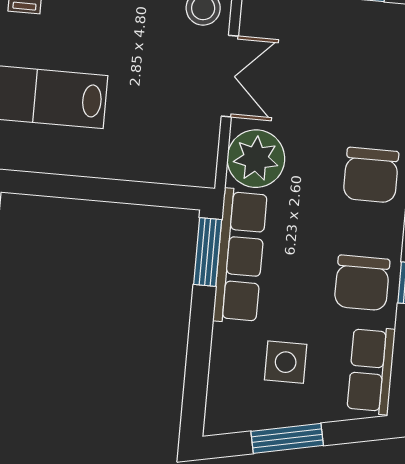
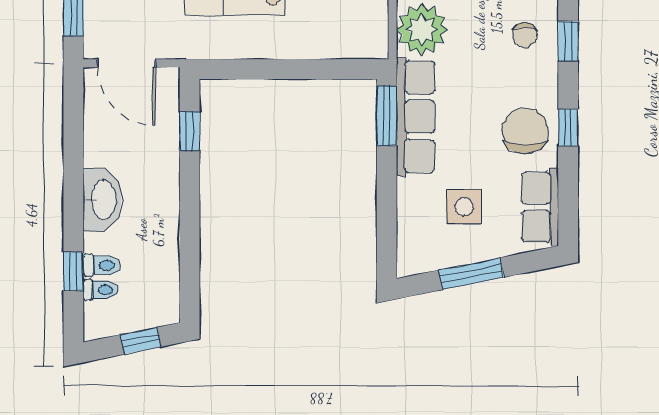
chair: (371, 175) -> (525, 35), width x0.54, depth x0.54
chair: (362, 283) -> (525, 131), turned 180

